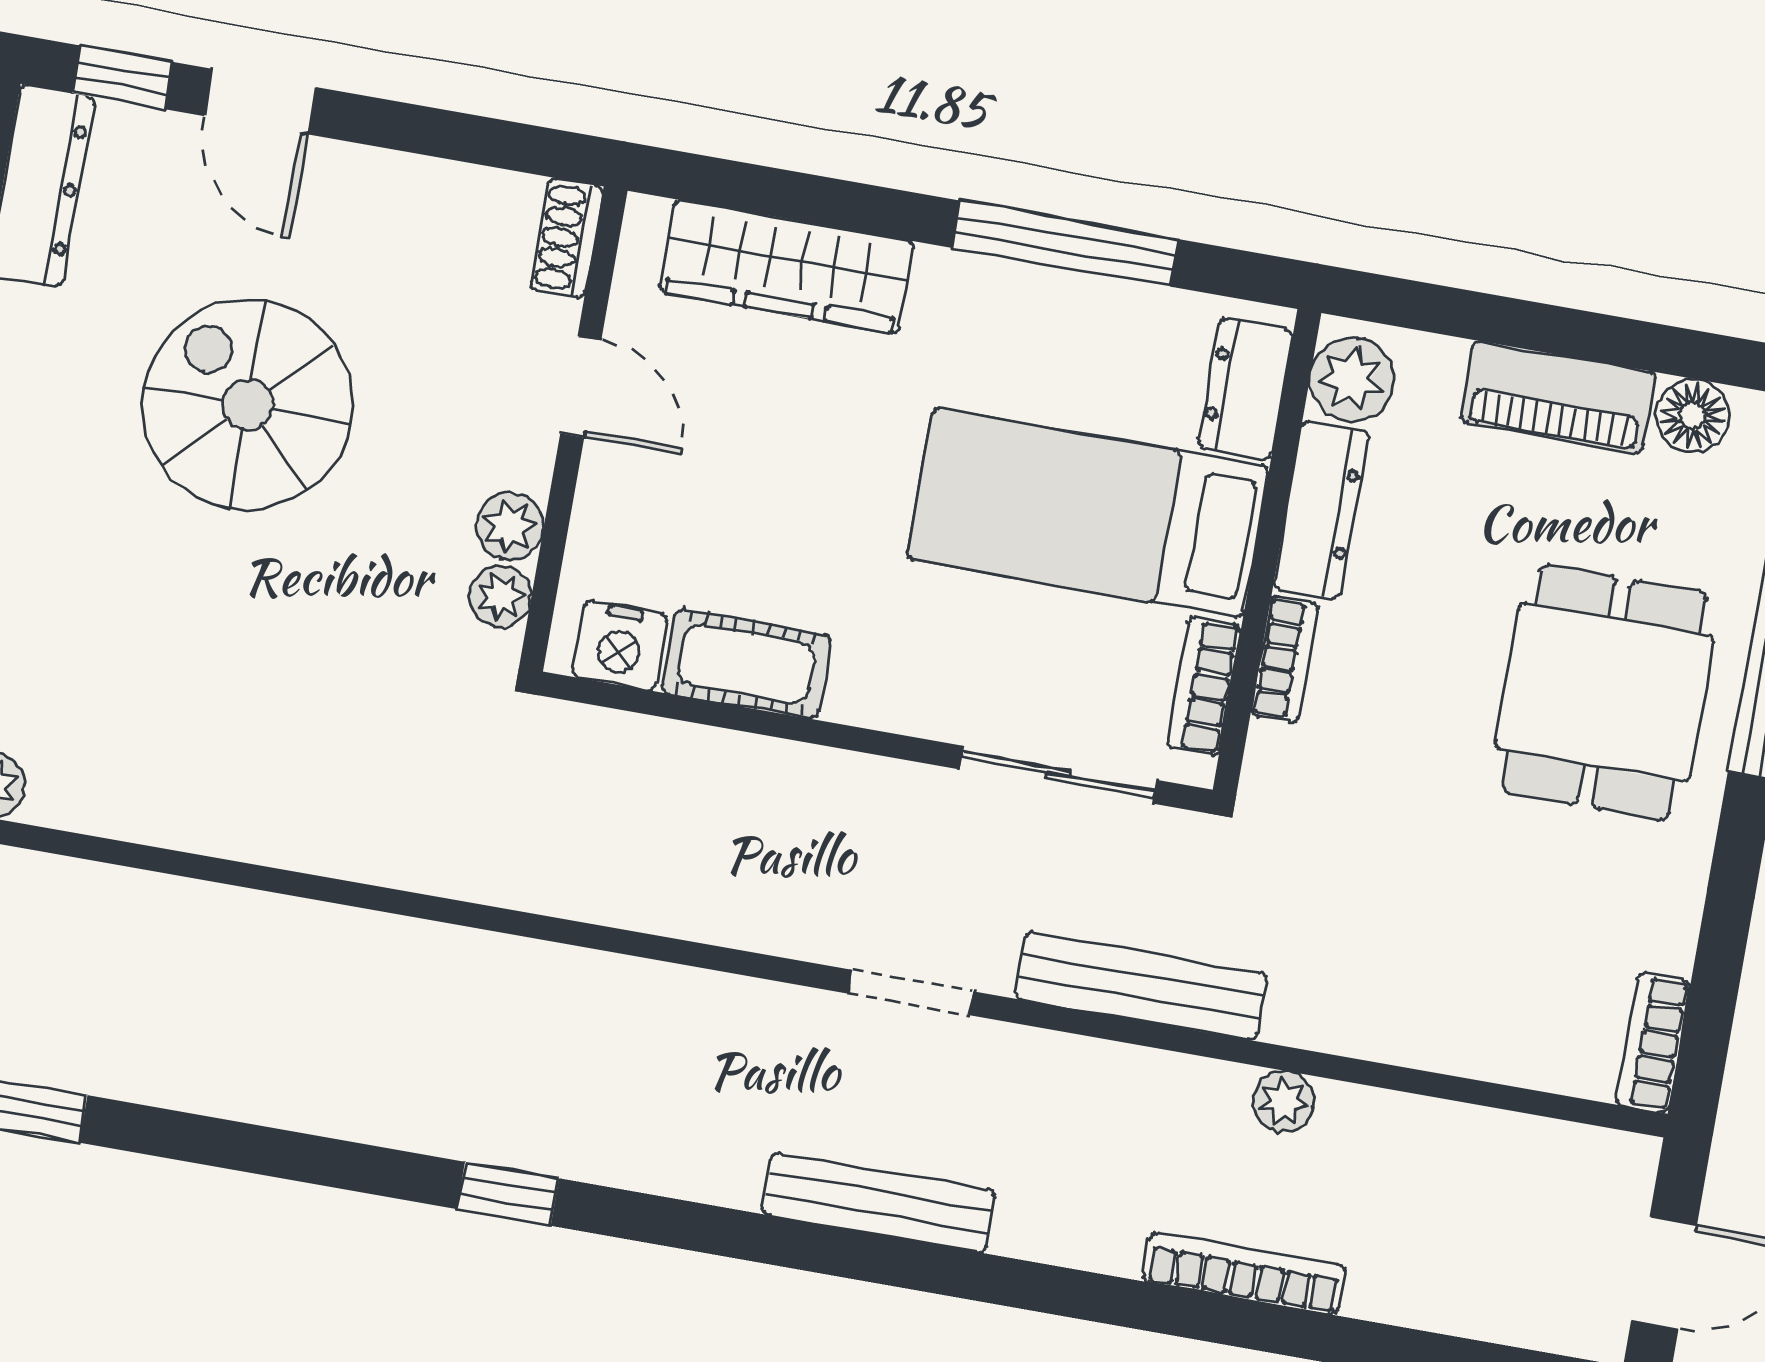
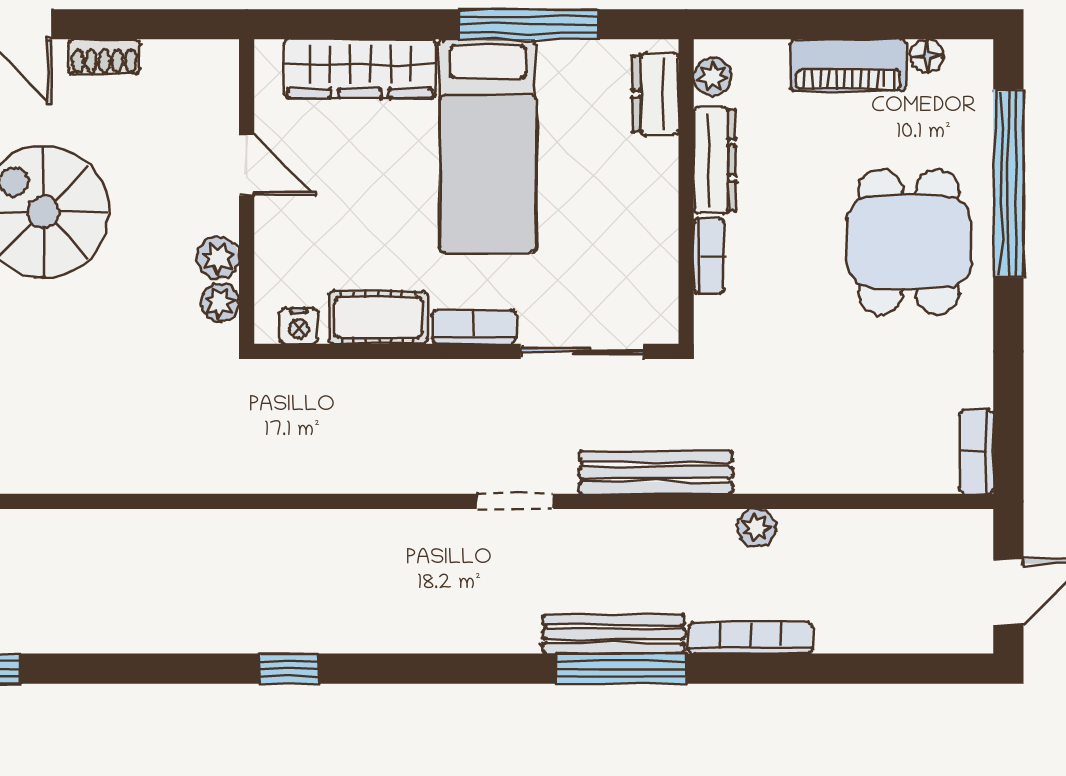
shoe rack: (567, 238) -> (104, 57), moved, turned -90
plant: (1352, 379) -> (713, 77), width x0.73, depth x0.73
floor lamp: (1693, 416) -> (927, 56), width x0.73, depth x0.73
bed: (1088, 513) -> (488, 146), moved, turned -90
nightstand: (620, 646) -> (299, 326), width x0.72, depth x0.74
bookcase: (1204, 686) -> (474, 327), moved, turned 90
bench: (879, 1203) -> (614, 634), moved
window: (1032, 1286) -> (621, 669), added

